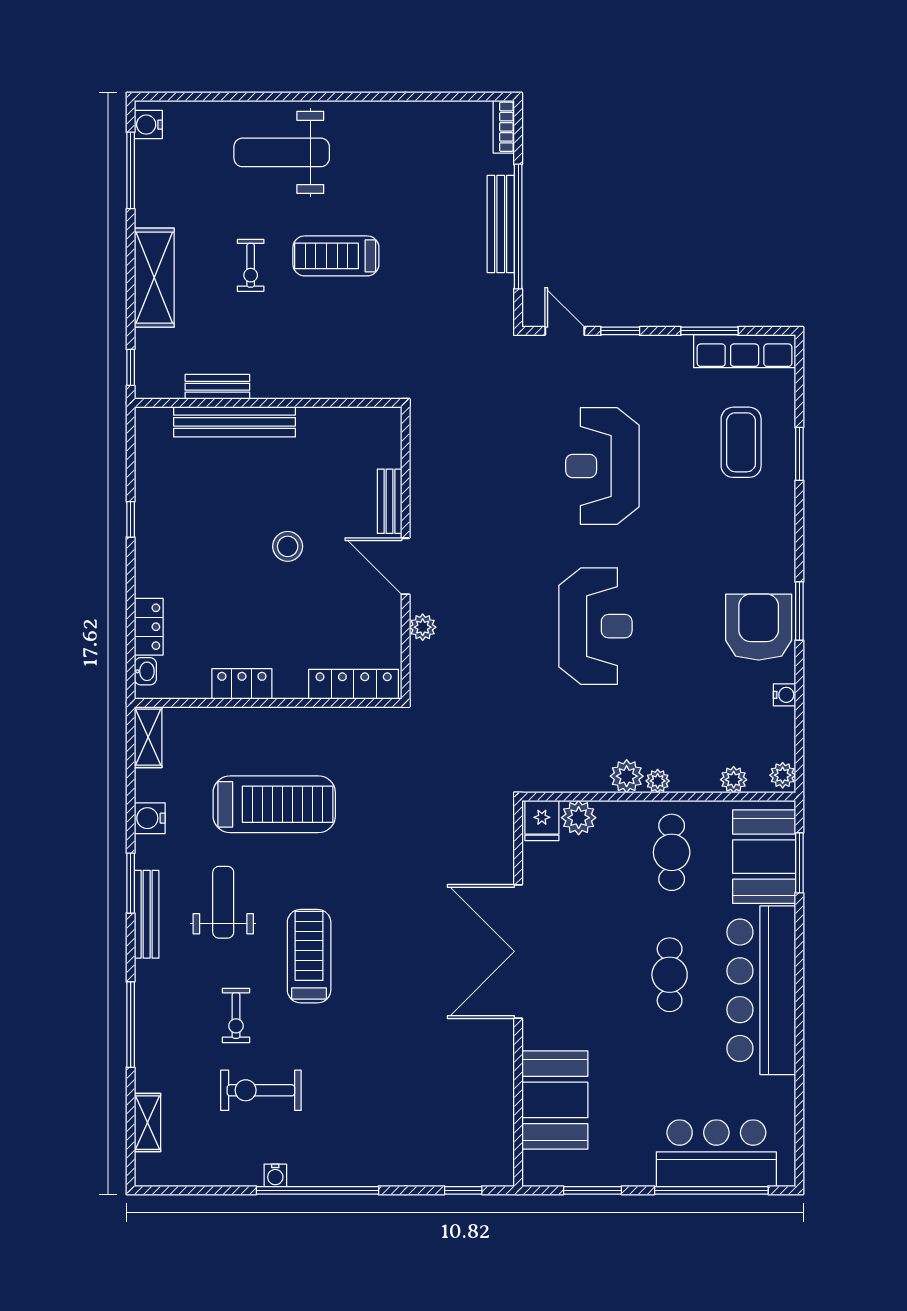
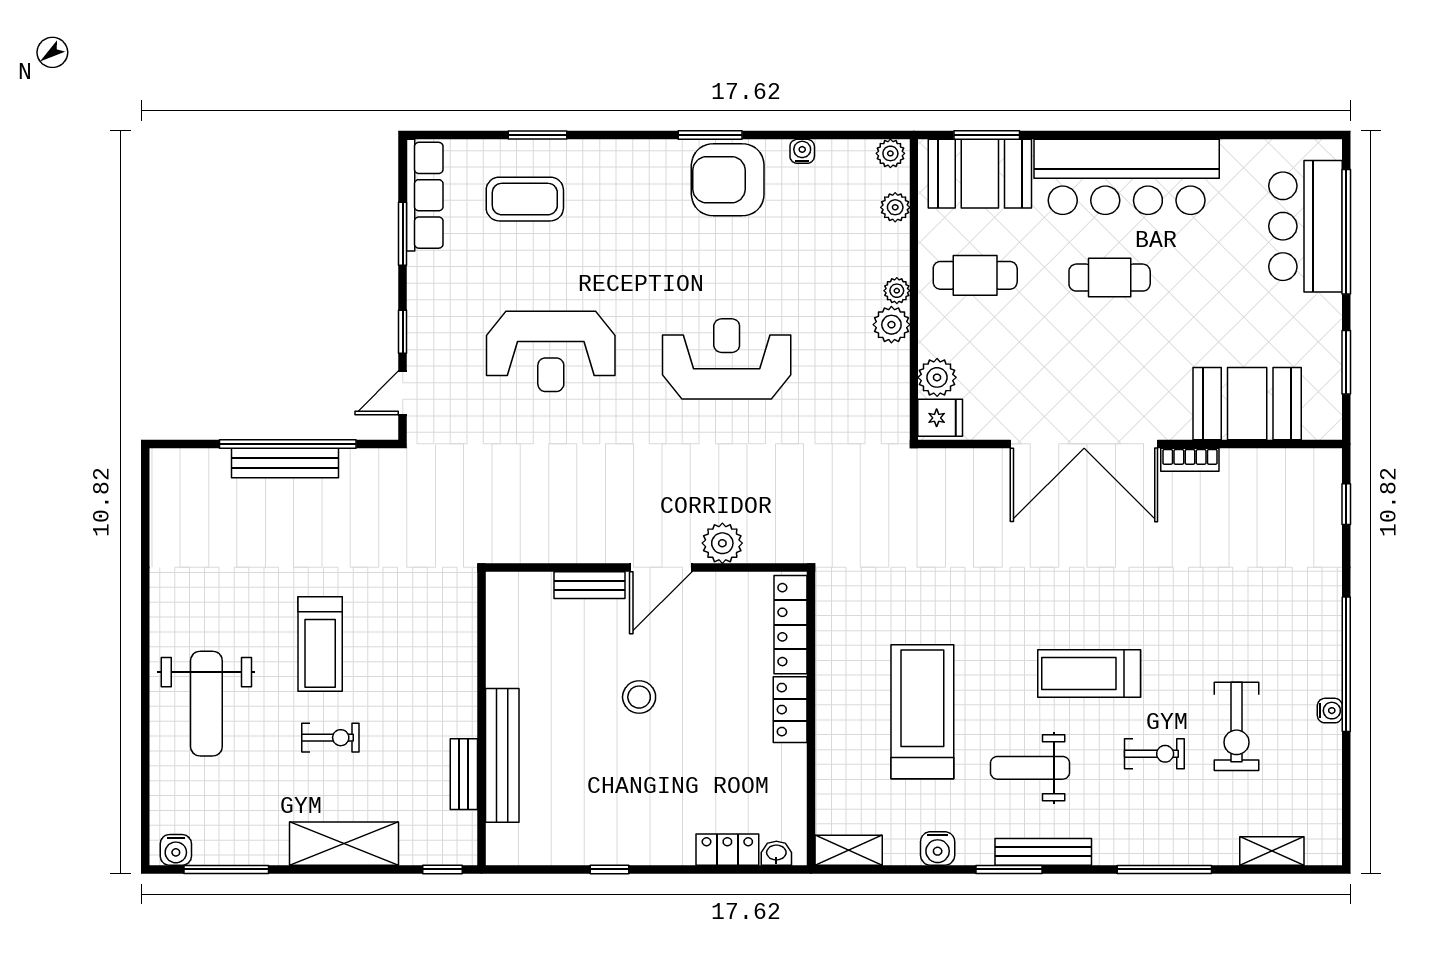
bookcase: (504, 127) -> (1190, 460), moved
plant: (423, 627) -> (722, 543), width x1.38, depth x1.38
locker: (242, 684) -> (790, 710), moved

